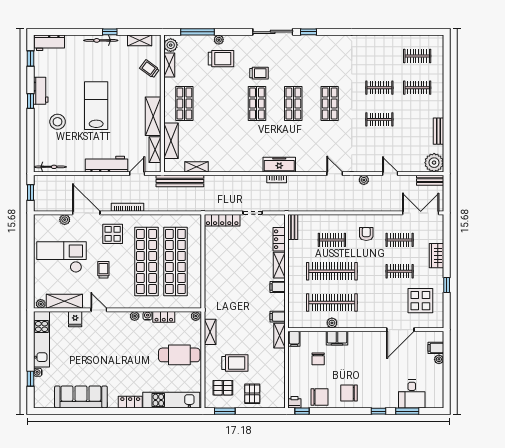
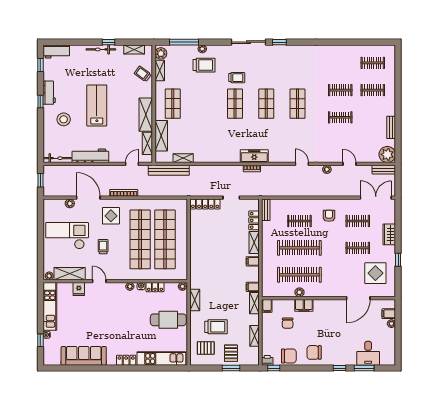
workbench: (107, 164) -> (90, 156), moved
shelving: (280, 374) -> (254, 336), added
window: (225, 411) -> (231, 368), moved

